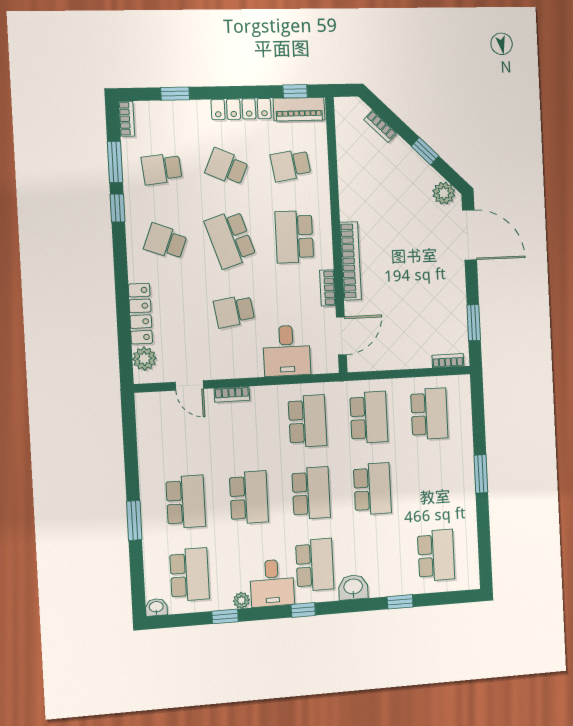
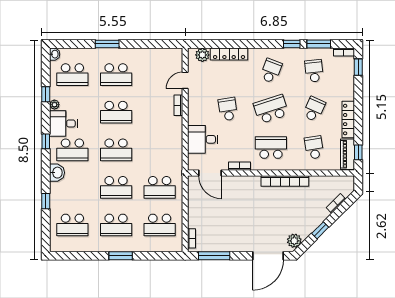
window: (175, 94) -> (358, 67), moved
bookcase: (351, 261) -> (285, 181), moved
window: (474, 323) -> (214, 256), width x1.44
school desk: (307, 421) -> (116, 225), moved

